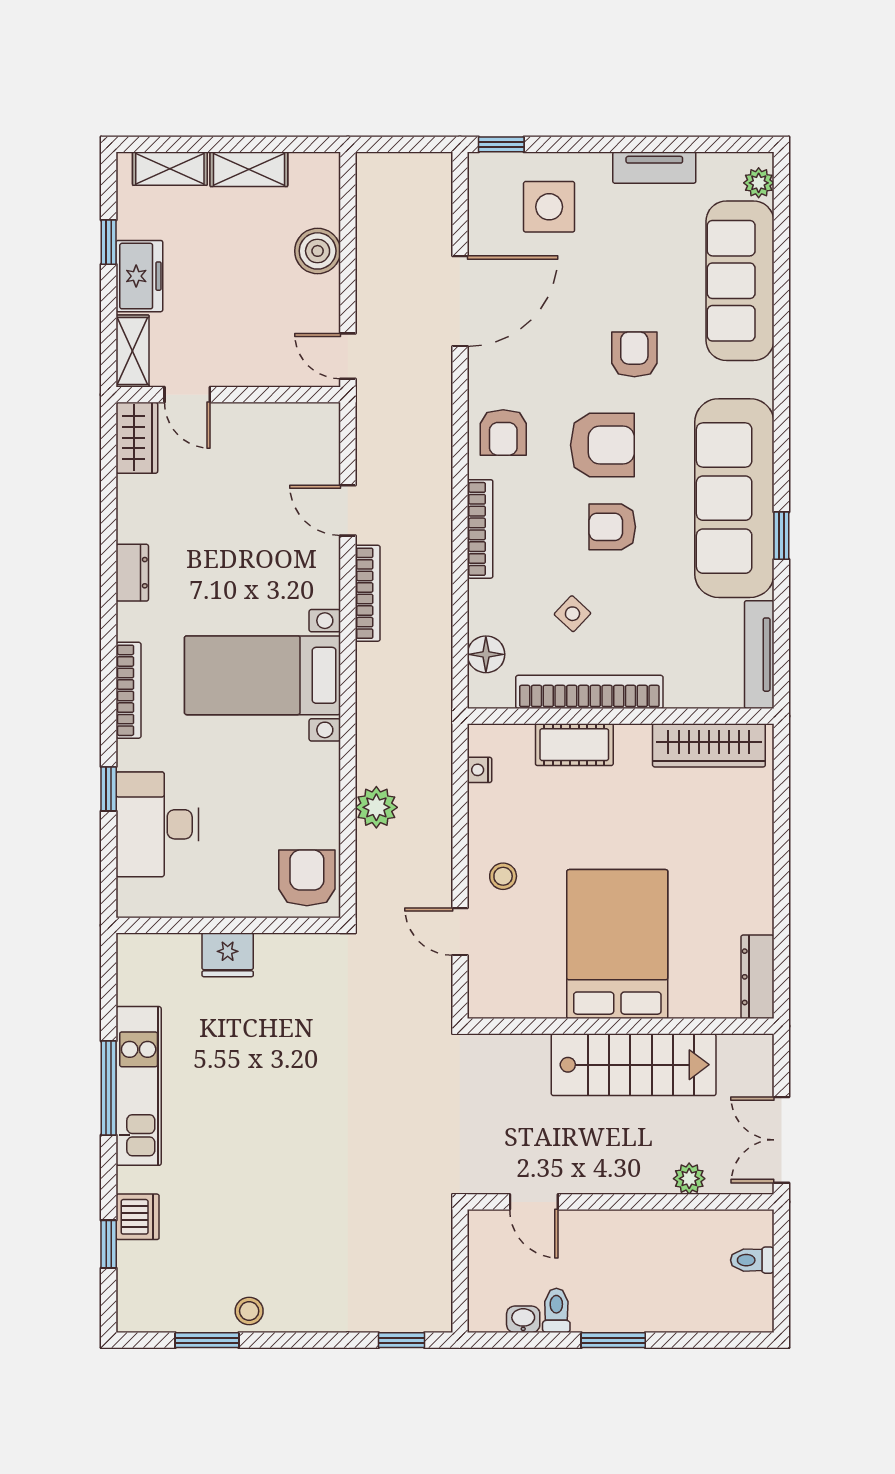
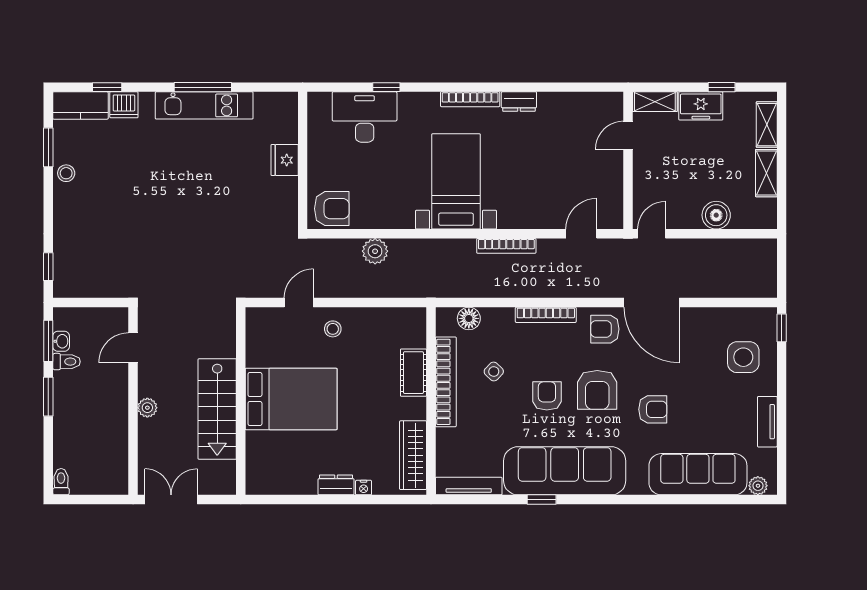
door: (460, 301) -> (652, 303), moved
wardrobe: (137, 438) -> (602, 104), removed
door: (348, 510) -> (581, 234), moved
bookcase: (128, 690) -> (470, 99), moved
nightstand: (480, 770) -> (364, 488), moved, turned 180
dresser: (757, 977) -> (336, 485), moved, width x0.70
plant: (689, 1179) -> (147, 408), moved
toilet: (752, 1260) -> (61, 482), moved
kitchen counter: (139, 1288) -> (80, 105), added
window: (523, 1340) -> (48, 341), added

